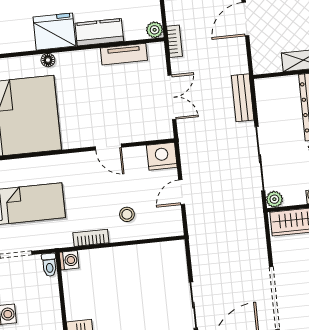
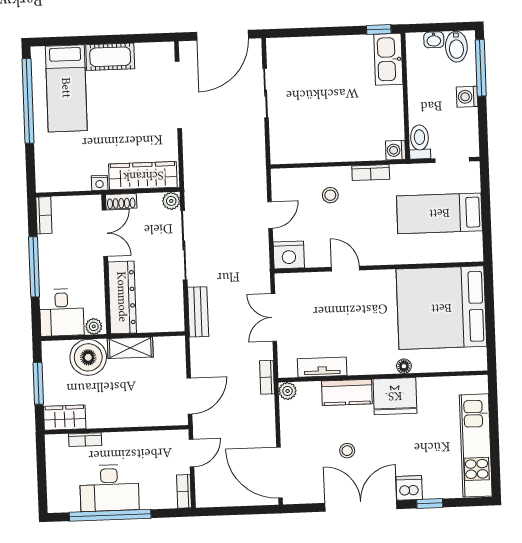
toilet: (49, 265) -> (420, 142), width x1.37, depth x1.39

